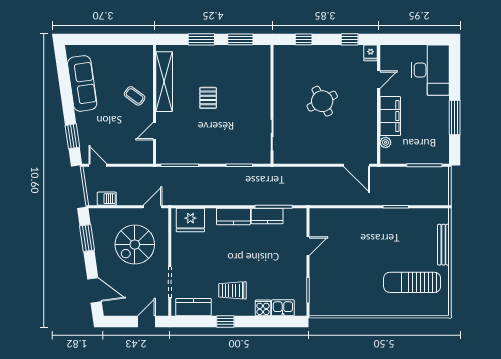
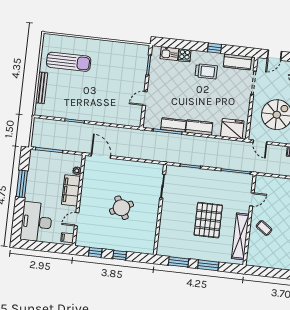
window: (304, 39) -> (120, 255), moved
fridge: (371, 53) -> (80, 240), removed
filing cabinet: (388, 54) -> (67, 238), added
pallet: (208, 98) -> (208, 220), width x2.05, depth x2.00
door: (152, 207) -> (260, 142), hinge flipped

